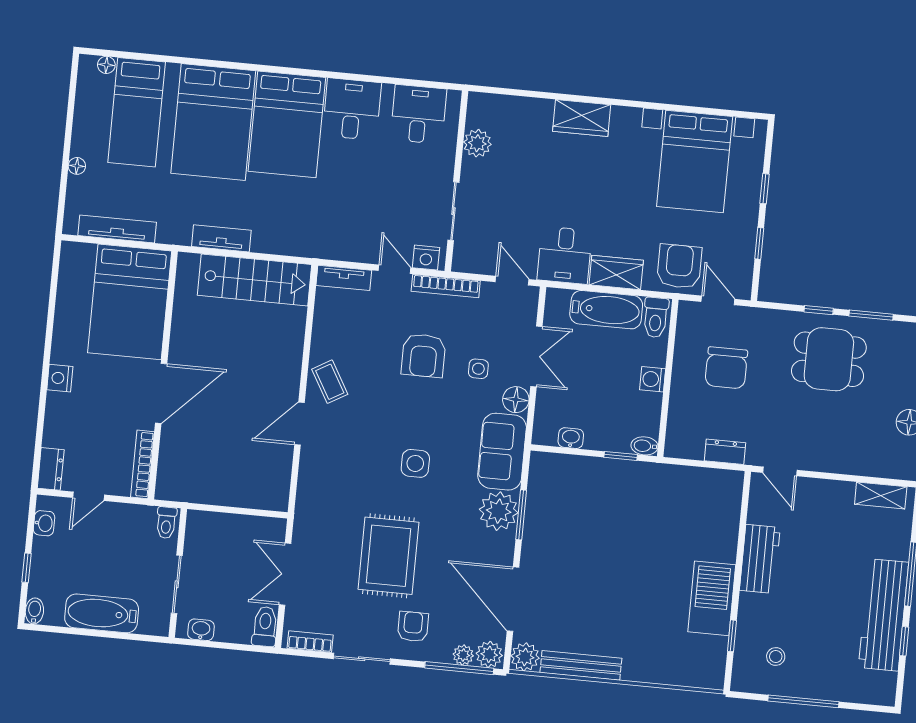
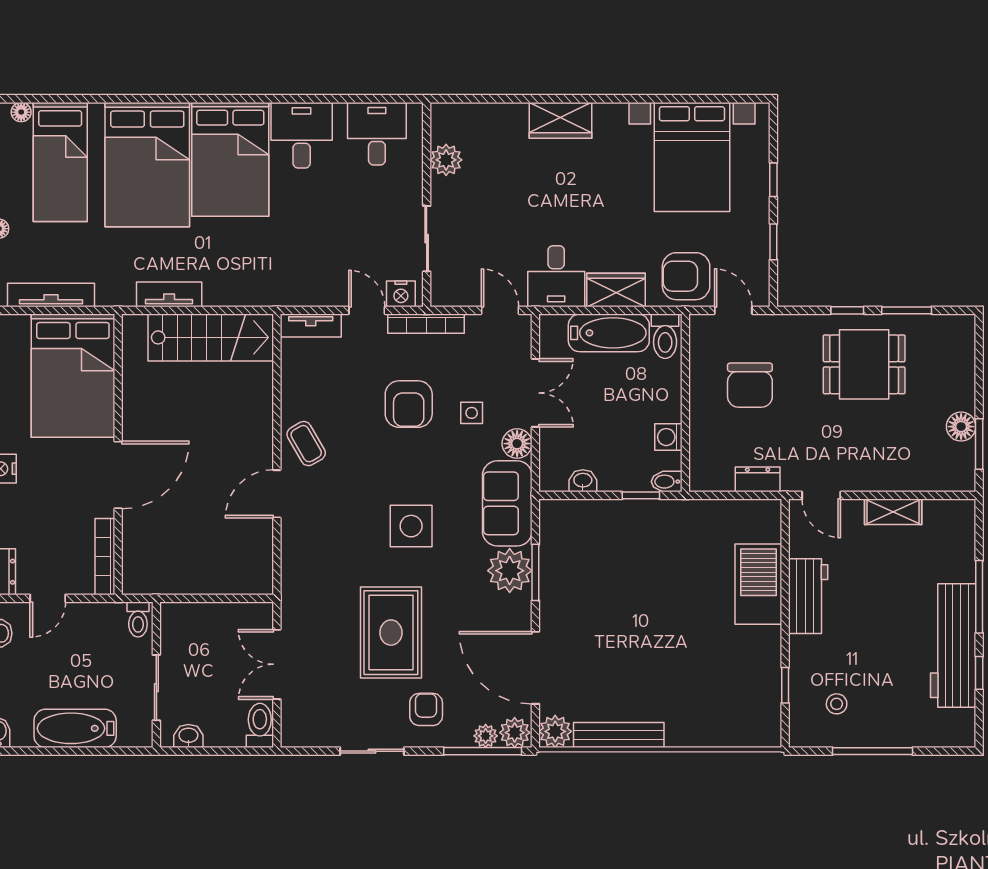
armchair: (679, 266) -> (686, 276), turned -90
washing machine: (653, 379) -> (668, 437), moved
side table: (415, 463) -> (411, 526), width x1.37, depth x1.37
shelving: (881, 496) -> (893, 512), moved
barbecue: (712, 598) -> (758, 584), moved
bookcase: (310, 642) -> (312, 738), removed

